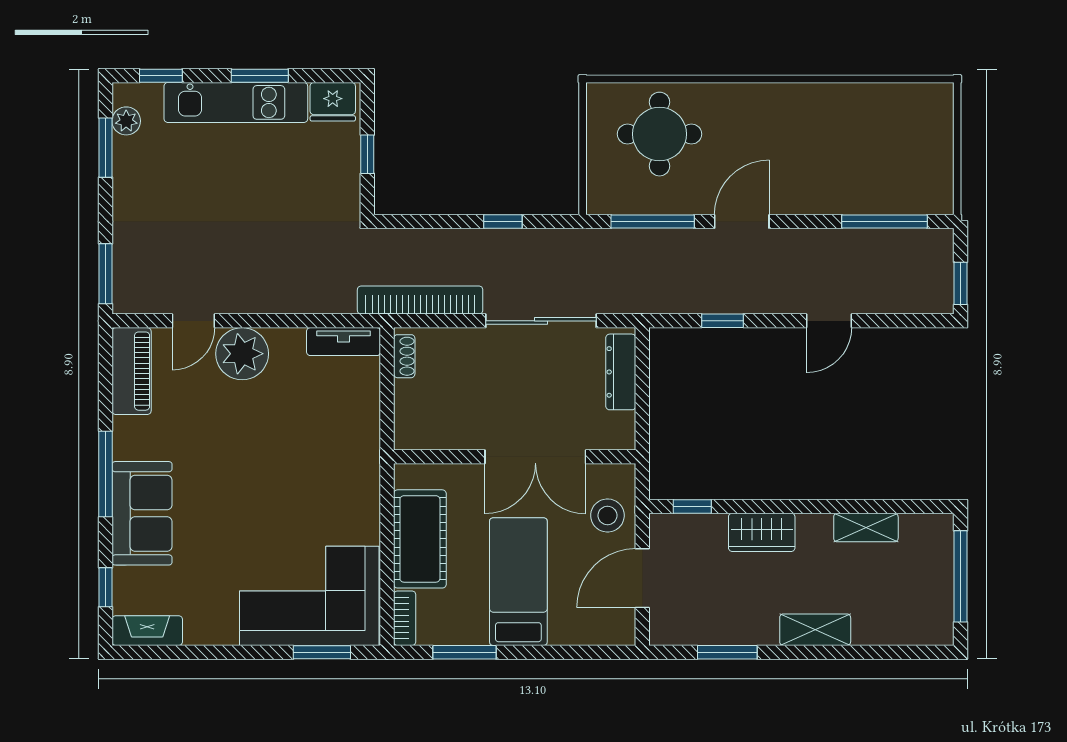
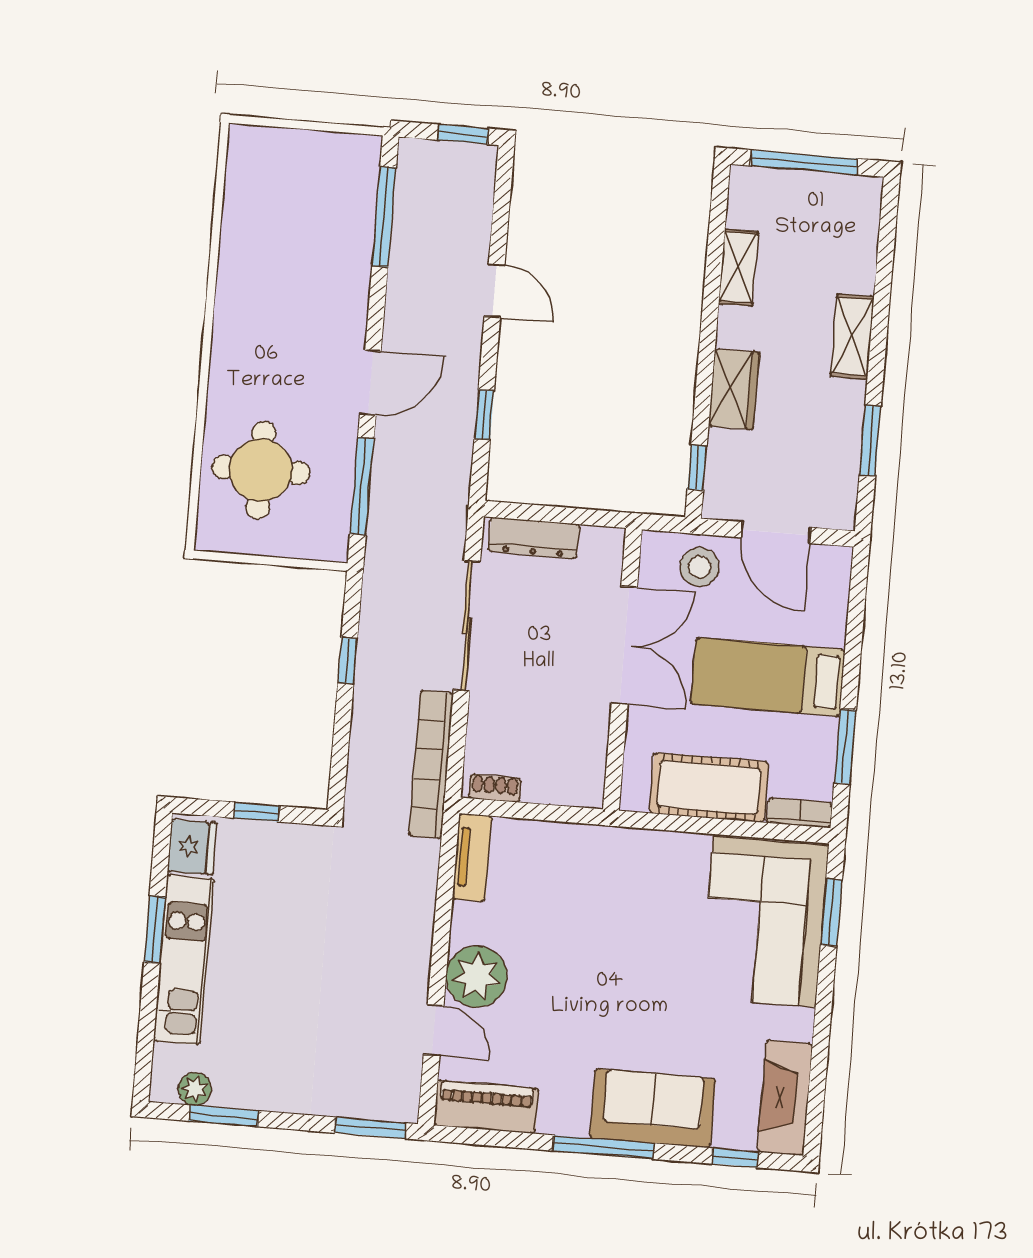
window: (161, 76) -> (145, 1045), removed
door: (742, 221) -> (370, 383), swing flipped
fireplace: (147, 631) -> (785, 1098), width x1.37, depth x1.32

